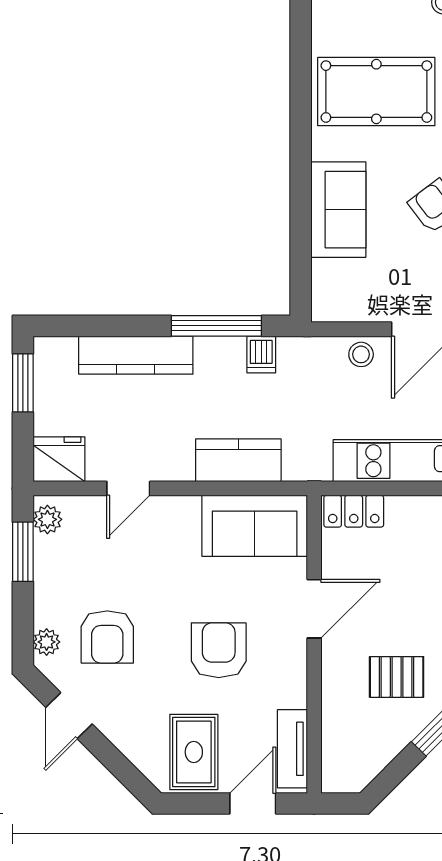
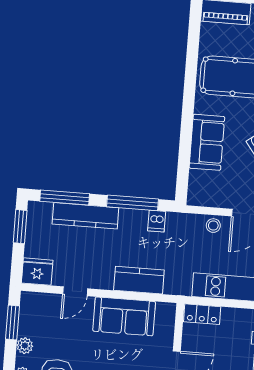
window: (97, 326) -> (65, 198), added
plant: (47, 519) -> (25, 346), moved
sofa: (255, 526) -> (124, 316), moved

